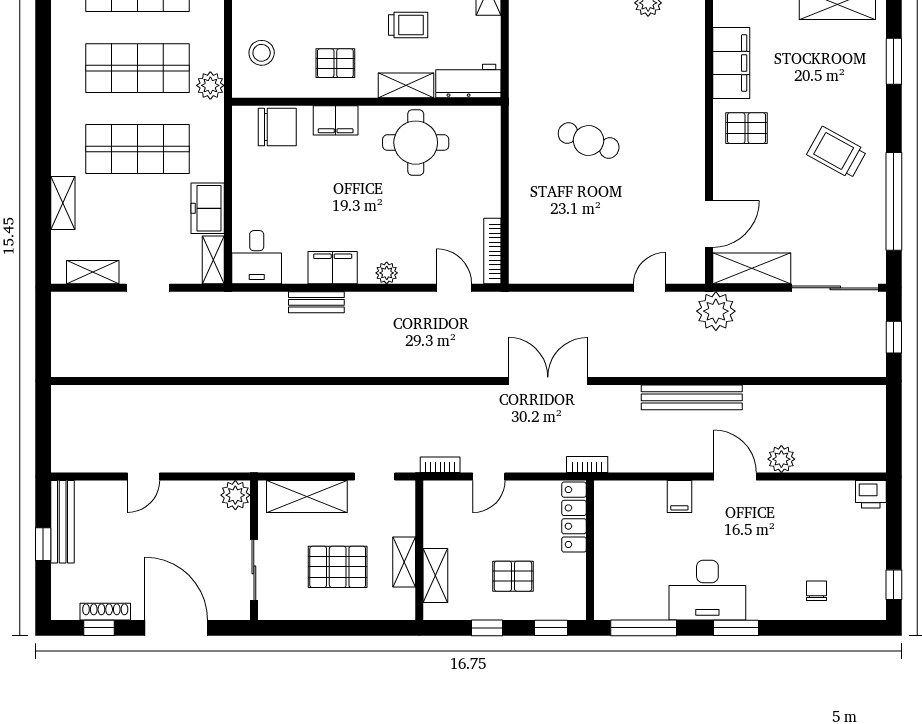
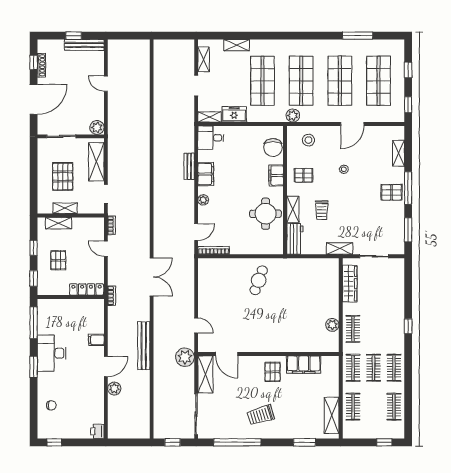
pallet: (335, 63) -> (304, 175), turned 90
cafe table: (589, 140) -> (259, 280), moved
trolley: (837, 153) -> (261, 415), turned -136

